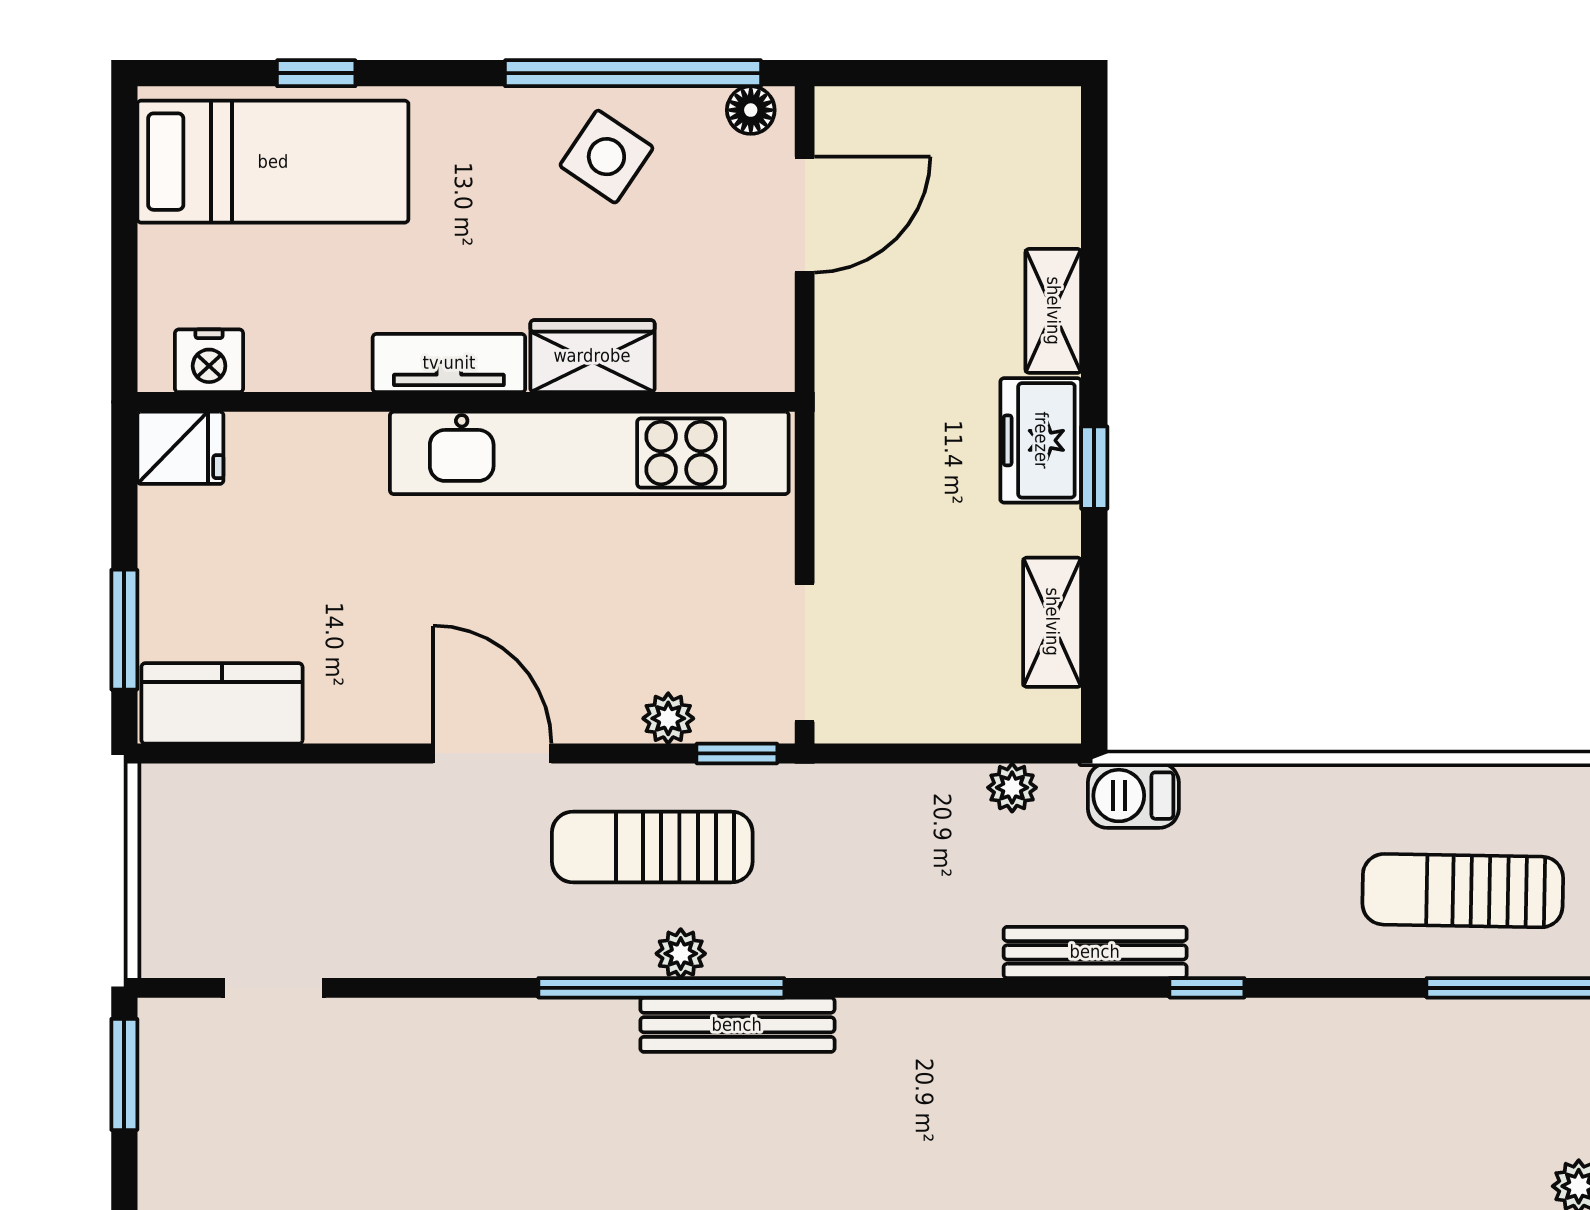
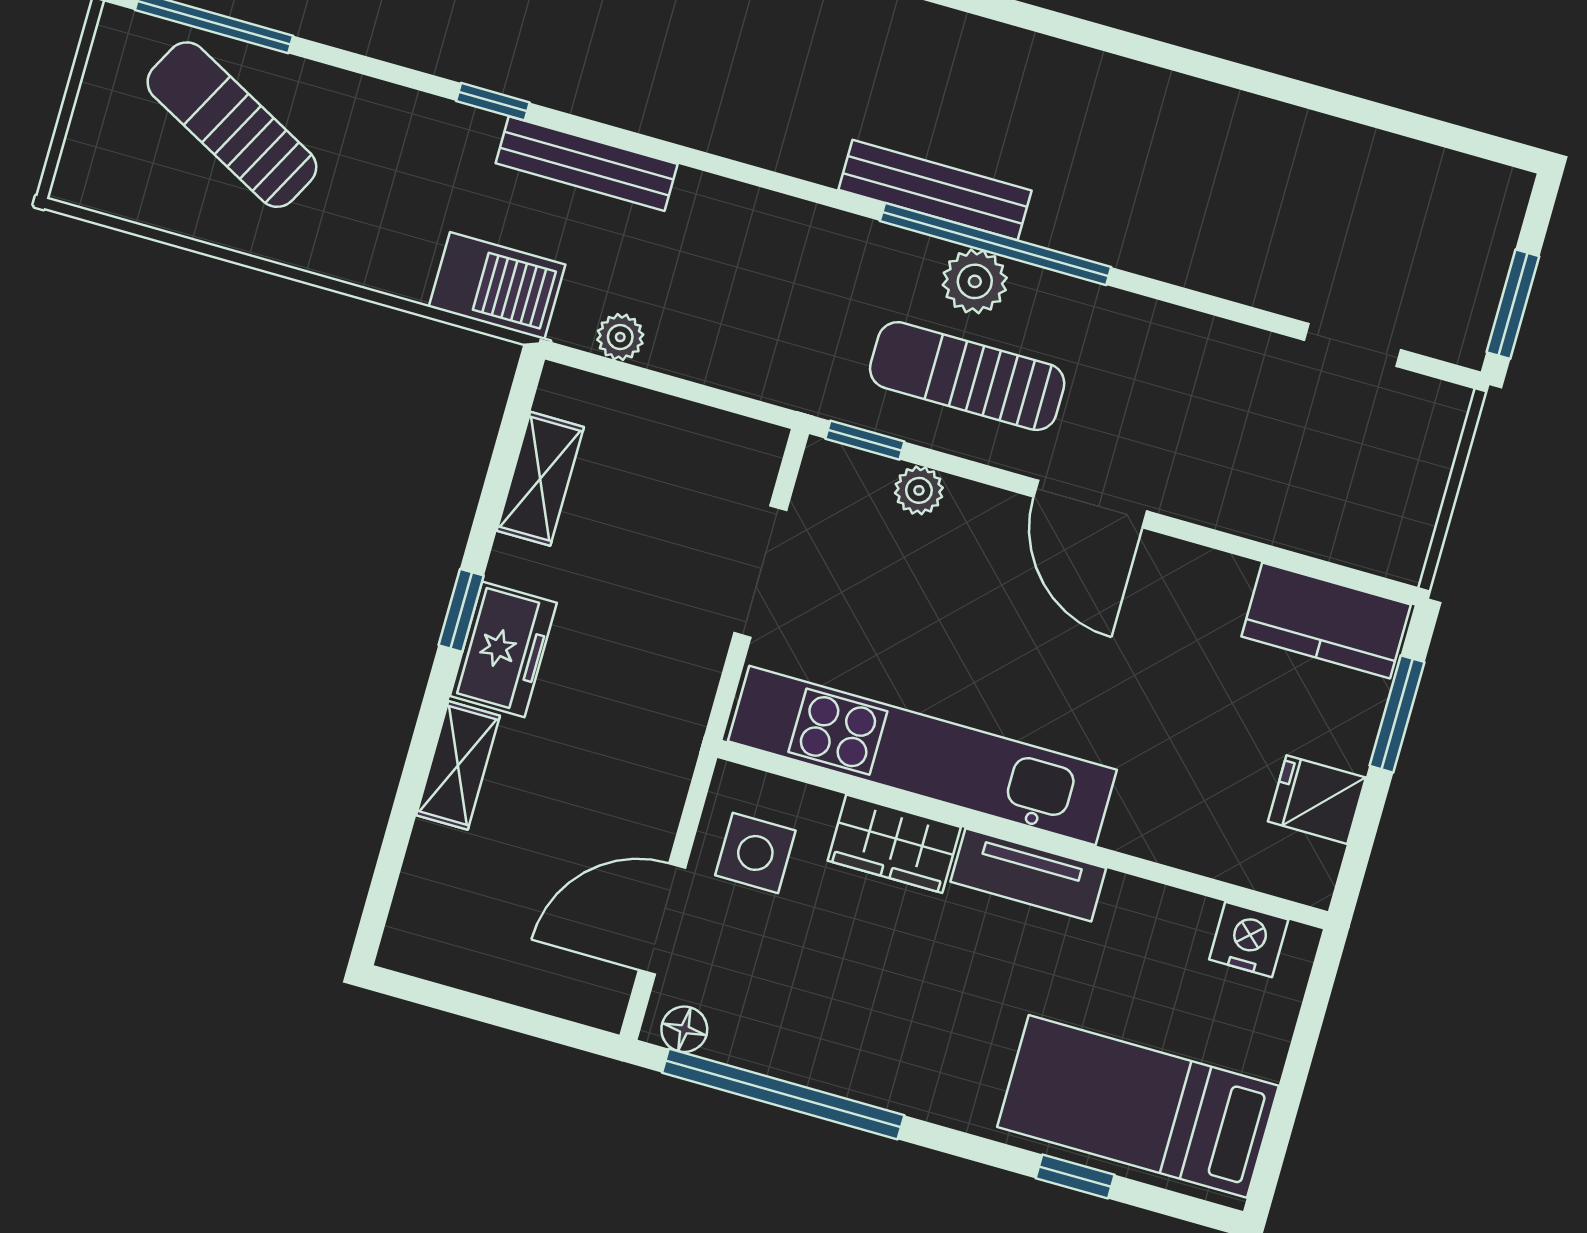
side table: (606, 157) -> (755, 853), moved, turned -34
fridge: (180, 448) -> (1317, 800), moved
doorway: (805, 653) -> (760, 571), moved
barbecue: (1133, 796) -> (497, 286), width x1.38, depth x1.27
sun lounger: (652, 847) -> (967, 376), turned 180
sun lounger: (1463, 891) -> (232, 125), turned -153
plant: (681, 954) -> (975, 281), width x1.38, depth x1.38

